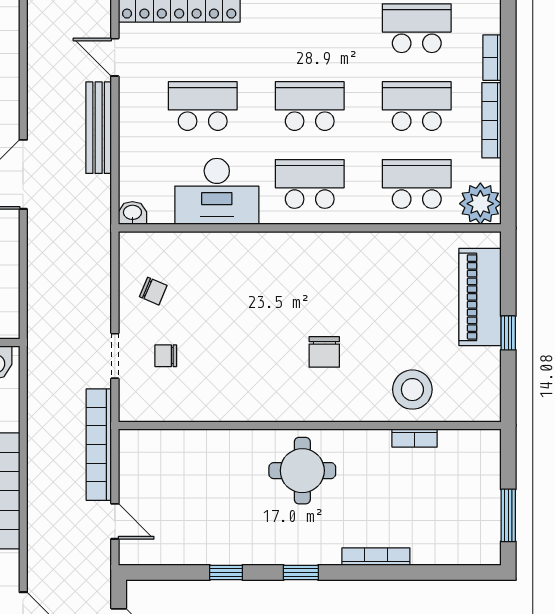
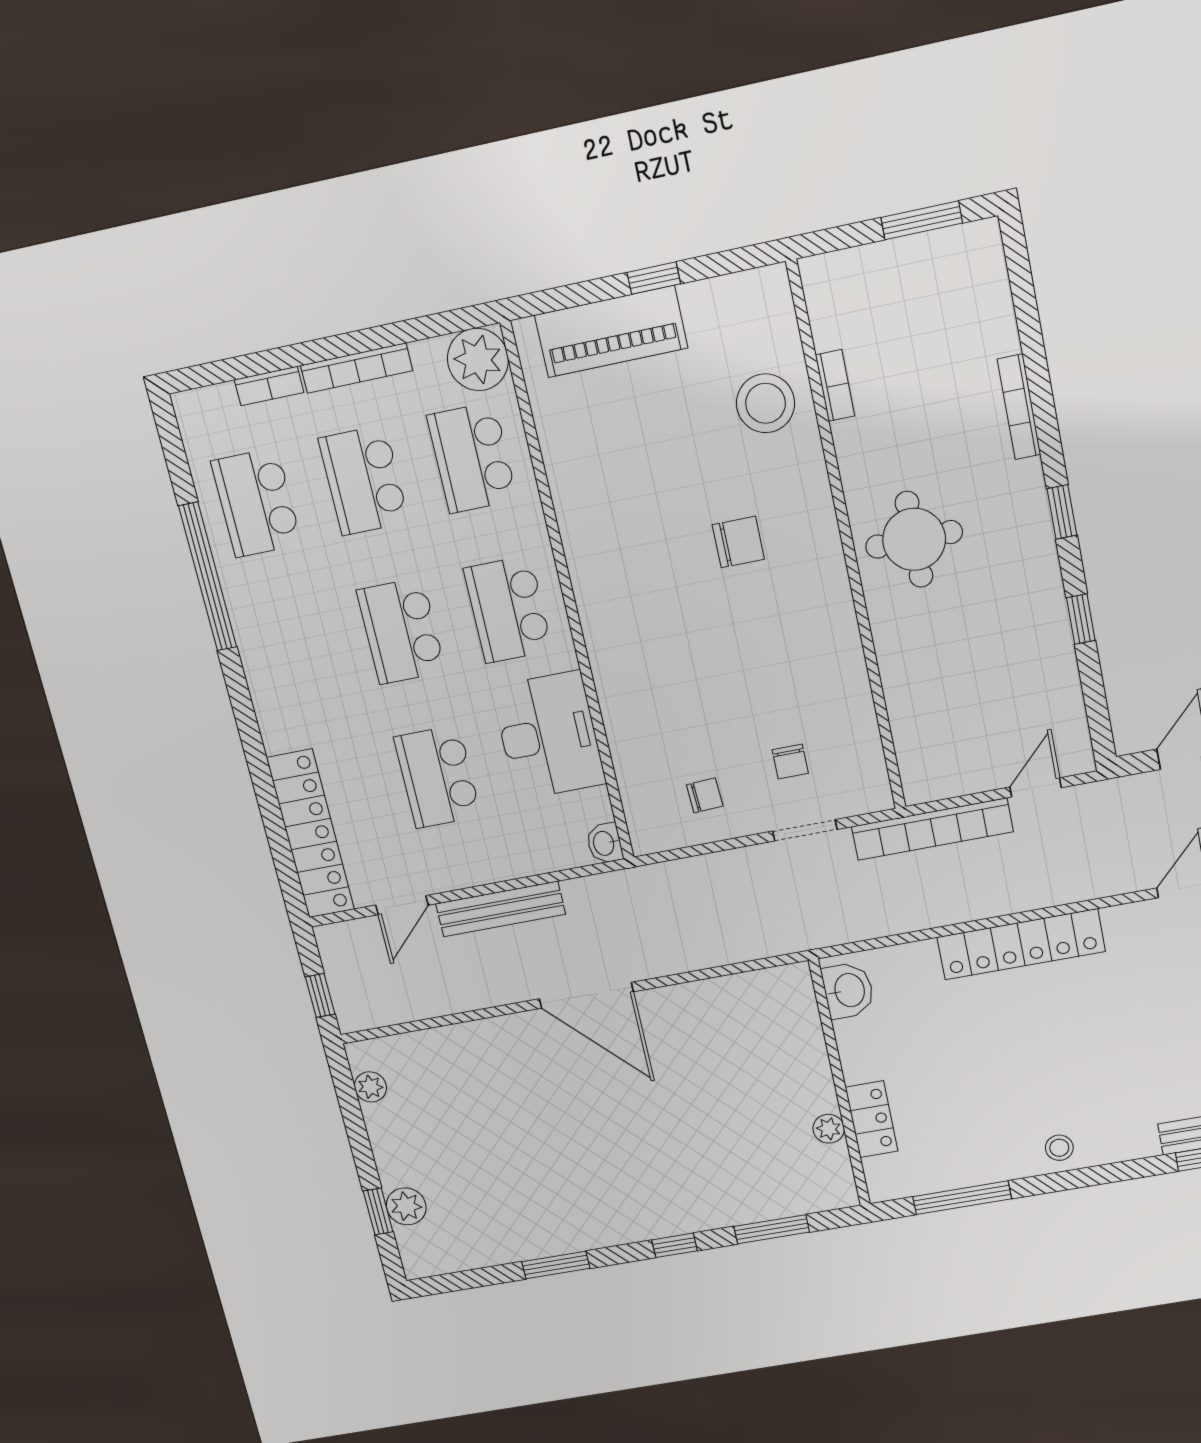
chair: (153, 291) -> (705, 795), turned 64

